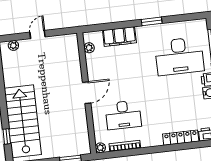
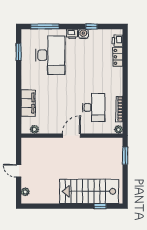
window: (152, 21) -> (19, 52), moved
door: (87, 93) -> (71, 136), hinge flipped
locker: (181, 138) -> (118, 57), width x0.66

